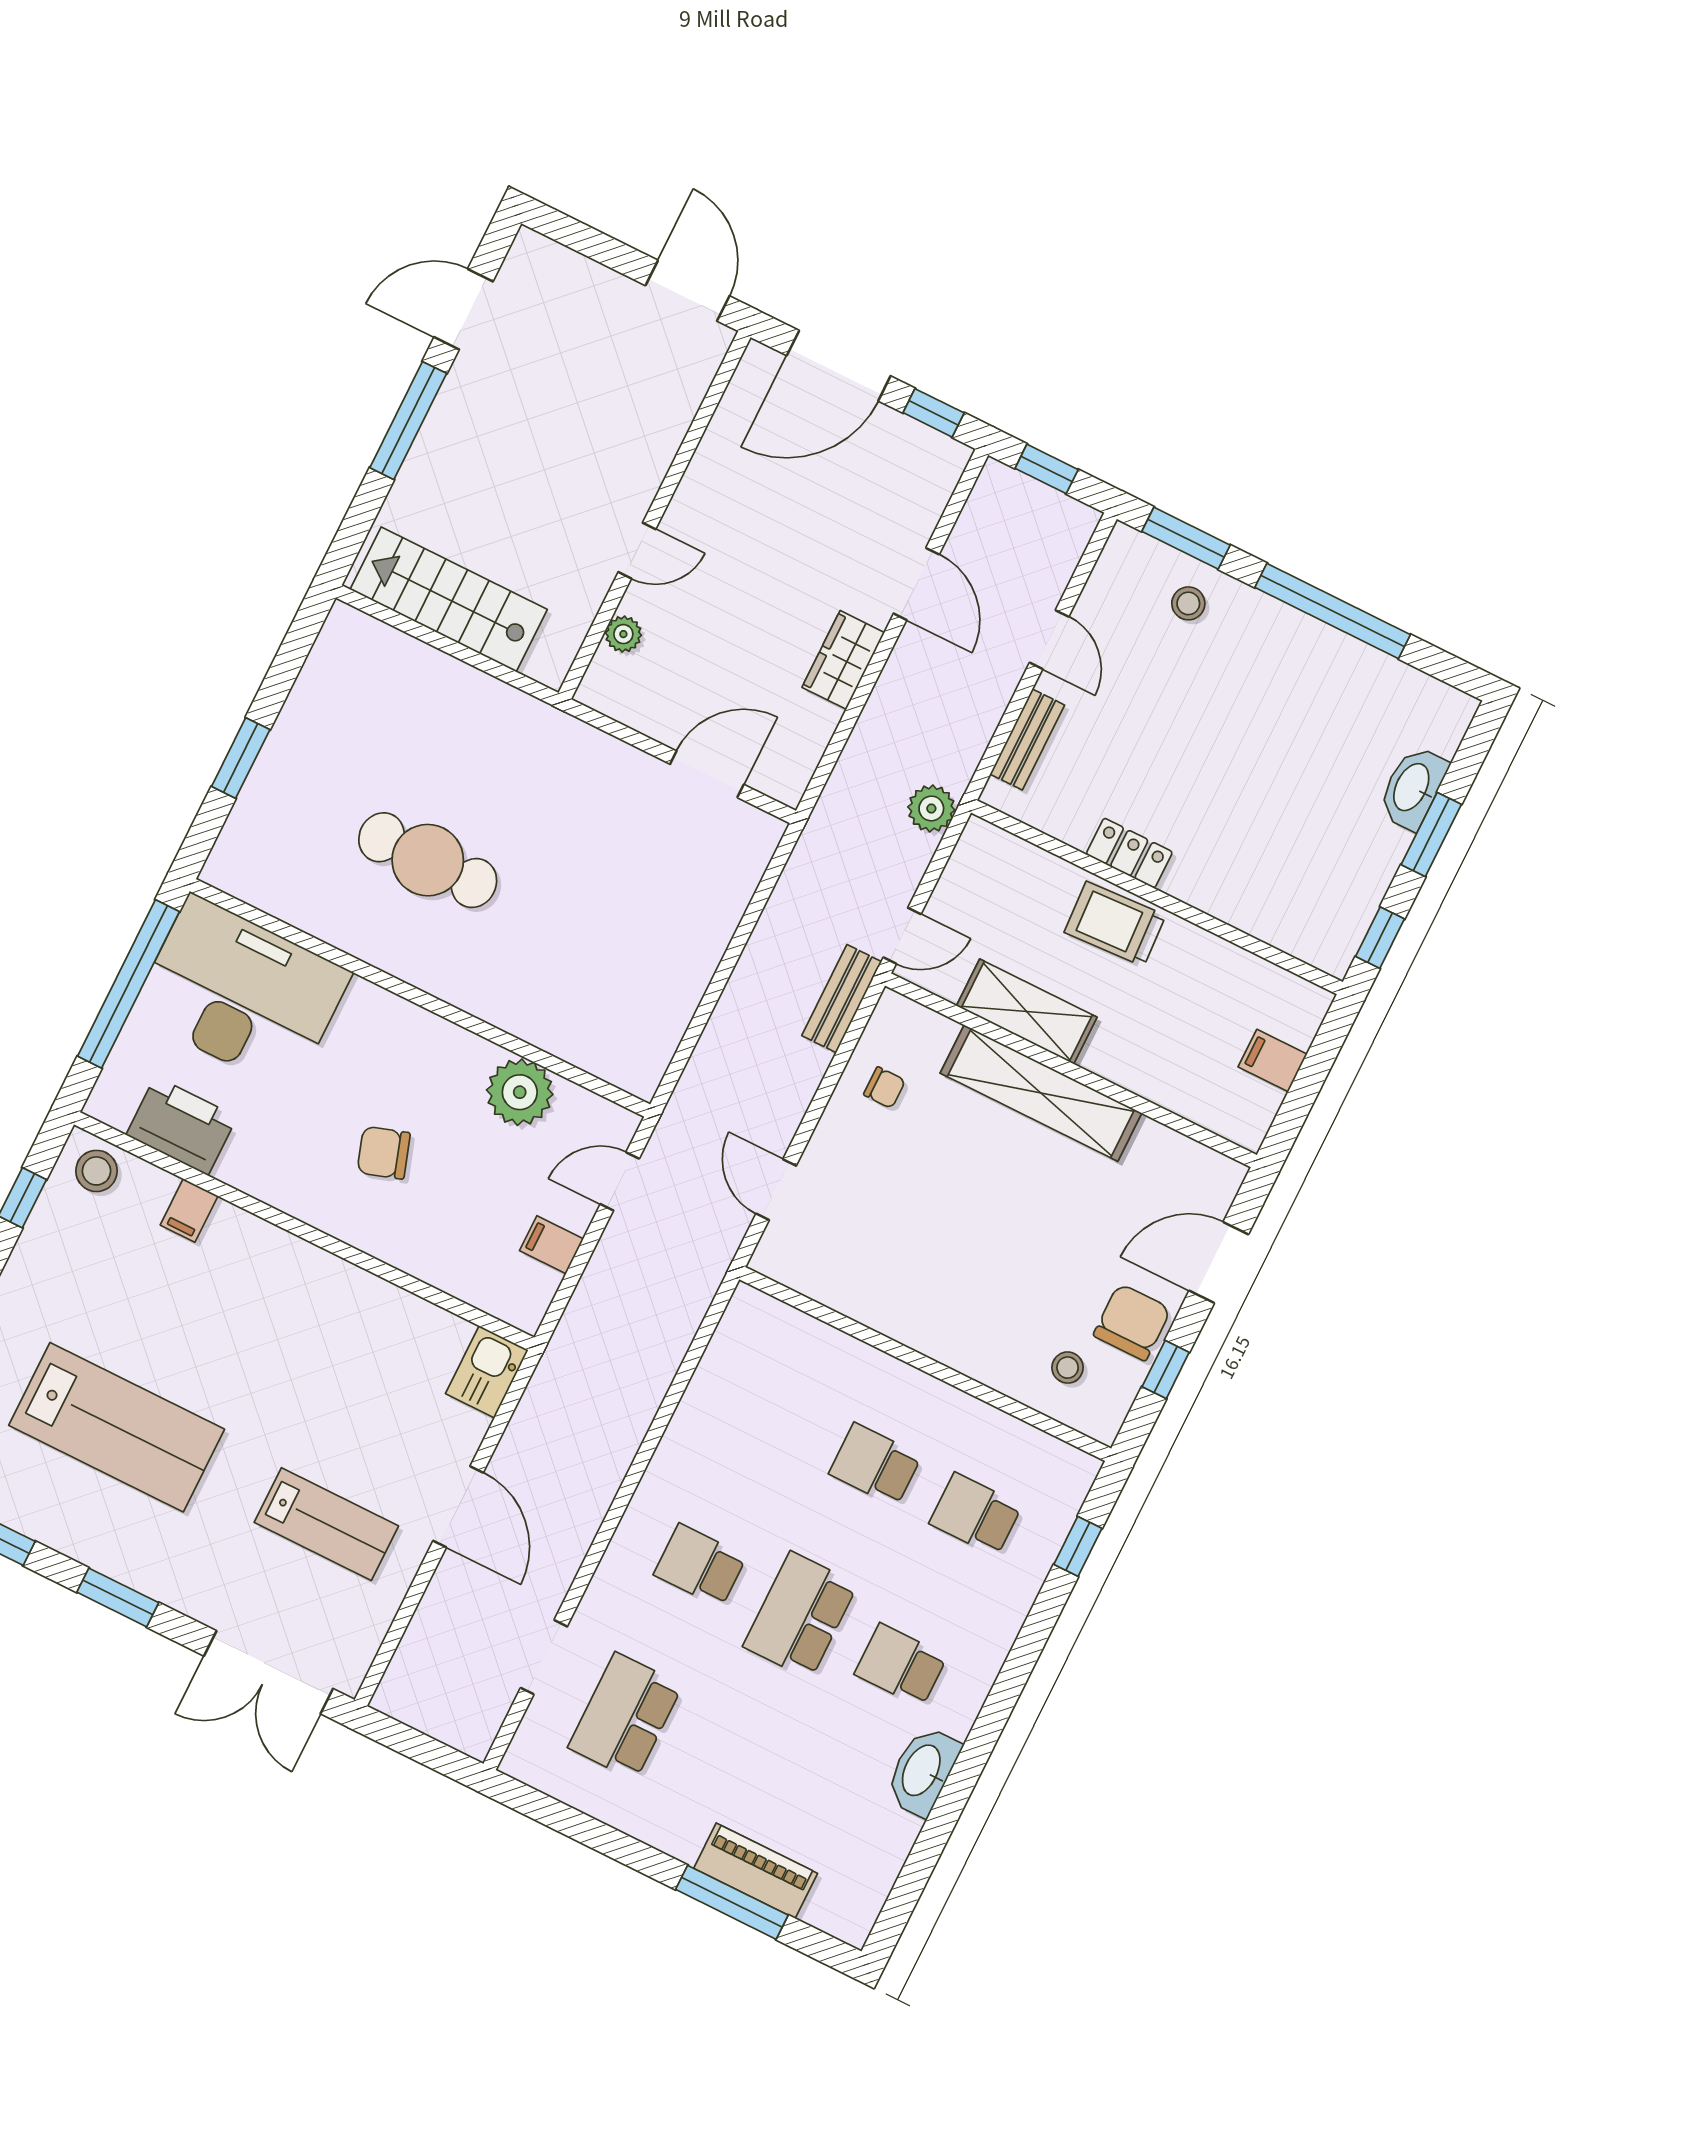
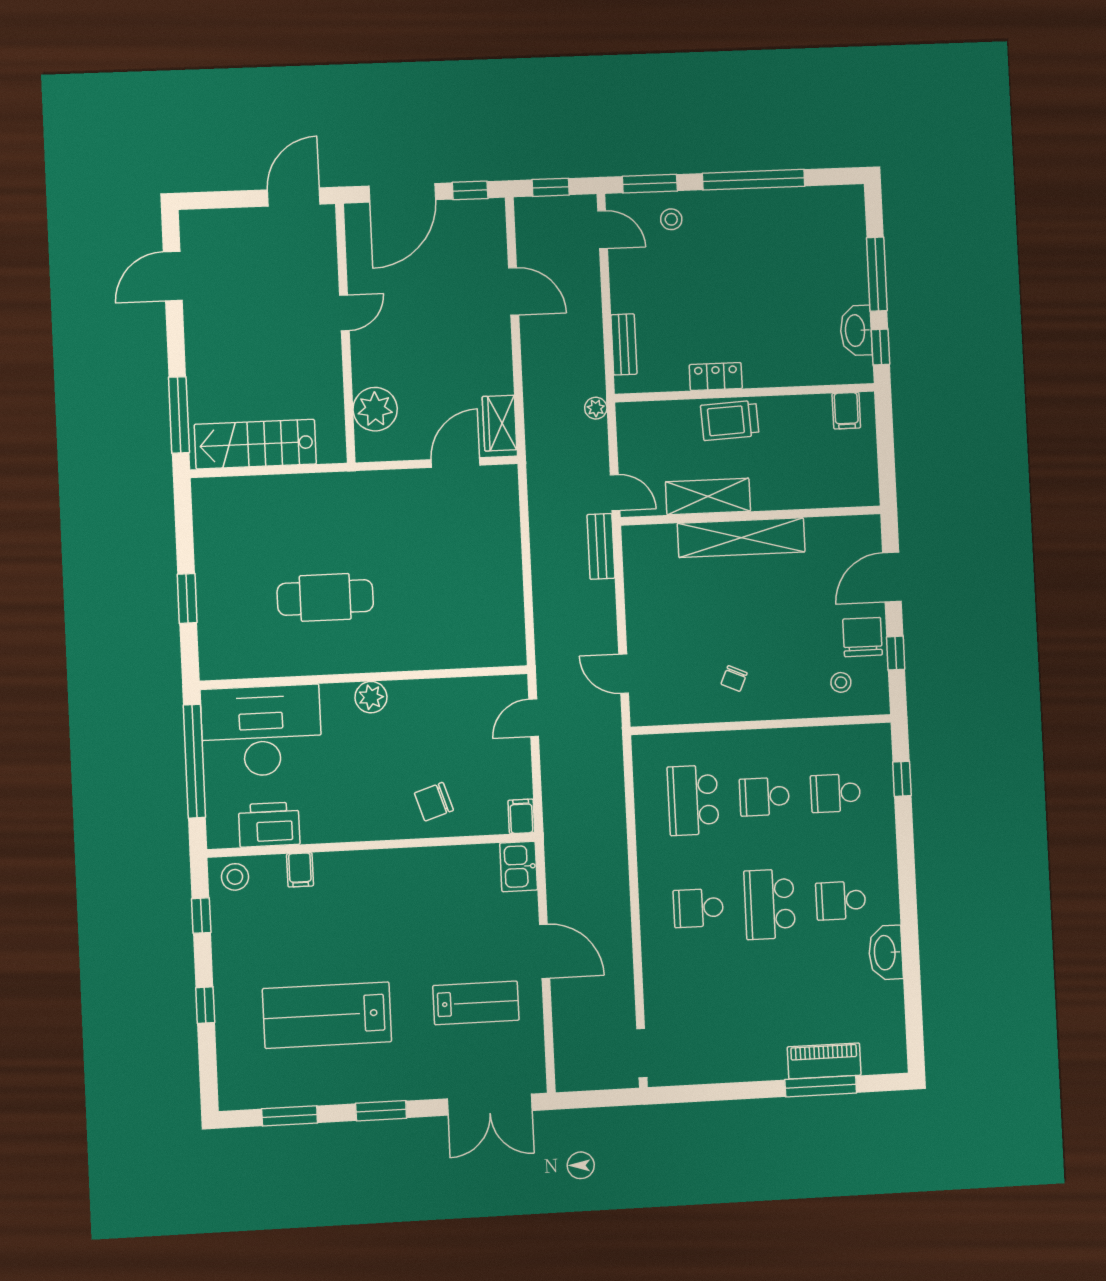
door: (687, 291) -> (294, 197), hinge flipped
window: (408, 421) -> (179, 415), moved
door: (637, 551) -> (344, 313), moved
plant: (623, 634) -> (375, 409), width x1.88, depth x1.88
door: (1049, 640) -> (603, 230), moved
wardrobe: (843, 660) -> (500, 423), moved
washbasin: (1413, 788) -> (856, 331), moved
plant: (931, 808) -> (596, 408), width x0.73, depth x0.73
window: (1431, 834) -> (877, 274), width x1.44
door: (902, 936) -> (615, 493), hinge flipped
filing cabinet: (1273, 1061) -> (846, 411), moved, turned -90
chair: (884, 1088) -> (734, 679), moved, turned 114
plant: (520, 1092) -> (371, 697), moved, width x0.73, depth x0.73
chair: (384, 1153) -> (434, 802), moved
filing cabinet: (551, 1245) -> (521, 816), moved, turned 90
lab bench: (117, 1427) -> (327, 1015), turned 180
doorway: (544, 1657) -> (642, 1053), moved
school desk: (625, 1716) -> (693, 800), moved

